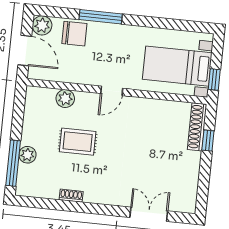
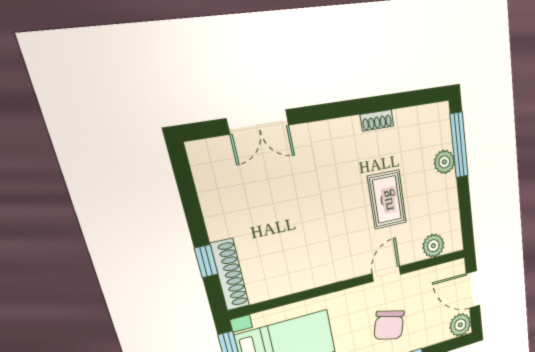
chair: (74, 34) -> (389, 325), moved, turned -75
door: (112, 91) -> (386, 274), moved
plant: (65, 99) -> (433, 246), moved
rug: (78, 142) -> (387, 200), turned 90

